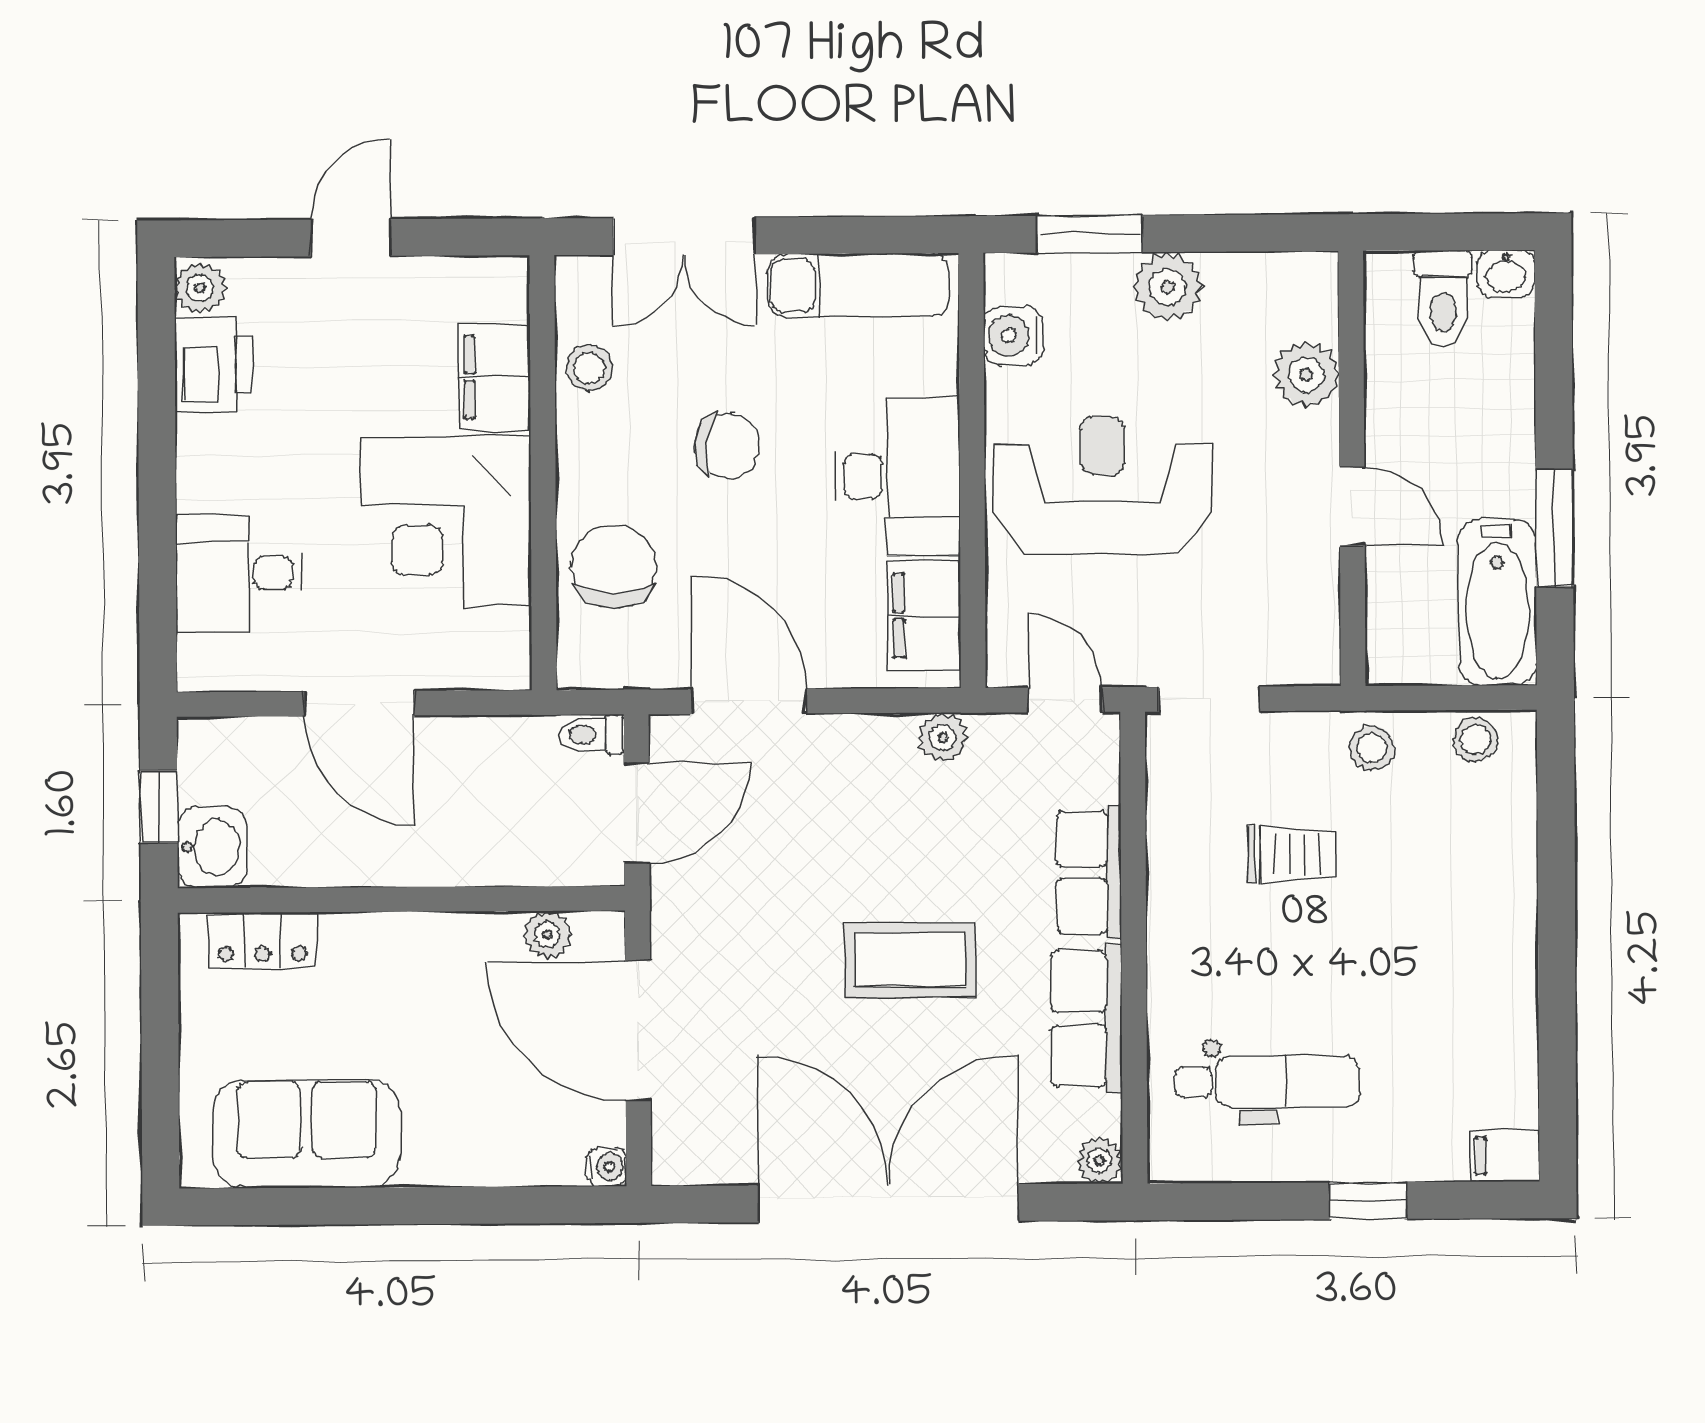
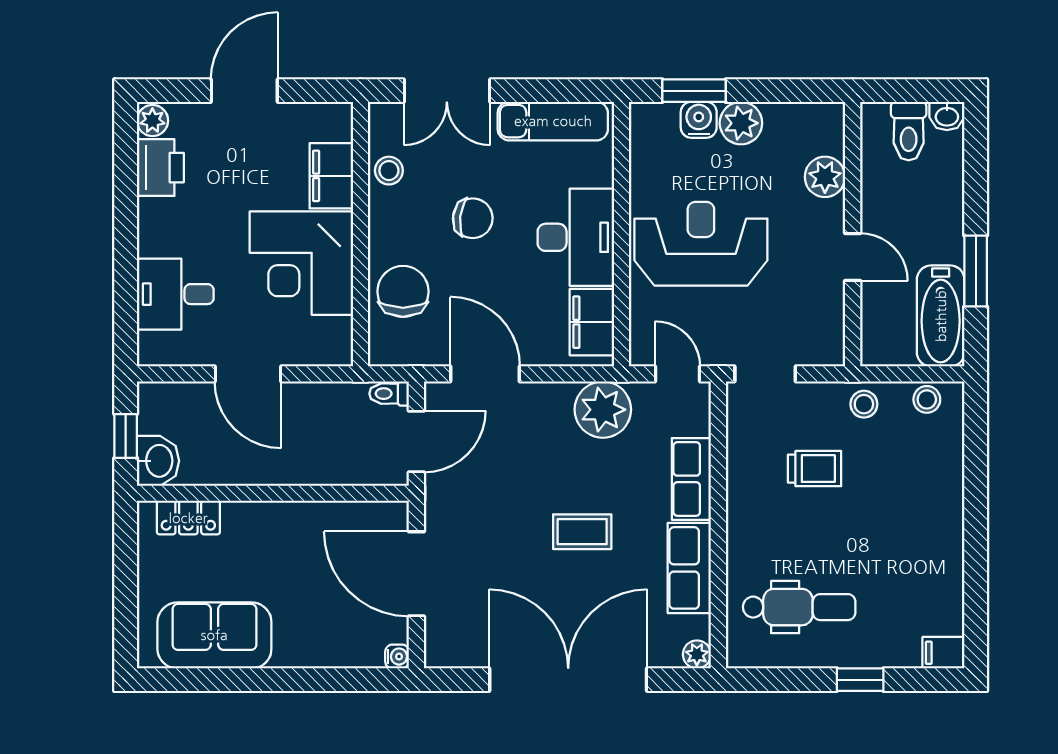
door: (351, 238) -> (244, 91), width x1.38
water cooler: (1013, 336) -> (699, 120), moved, turned 90
plant: (943, 737) -> (603, 410), width x1.87, depth x1.87
plant: (547, 935) -> (362, 515), removed
coffee table: (910, 960) -> (582, 532), width x0.73, depth x0.77

